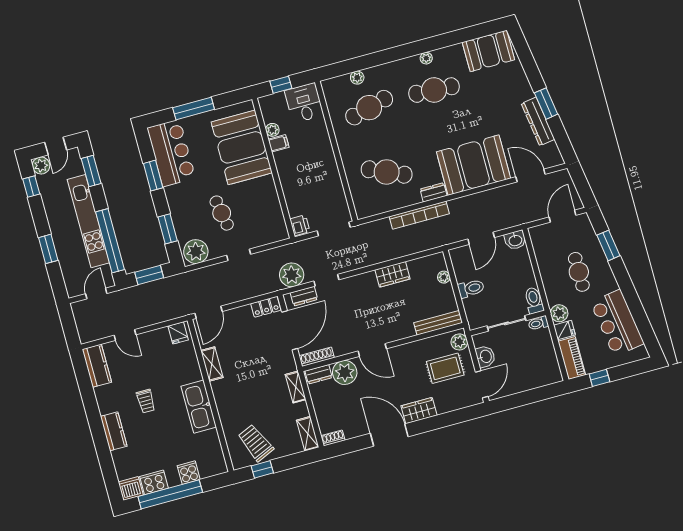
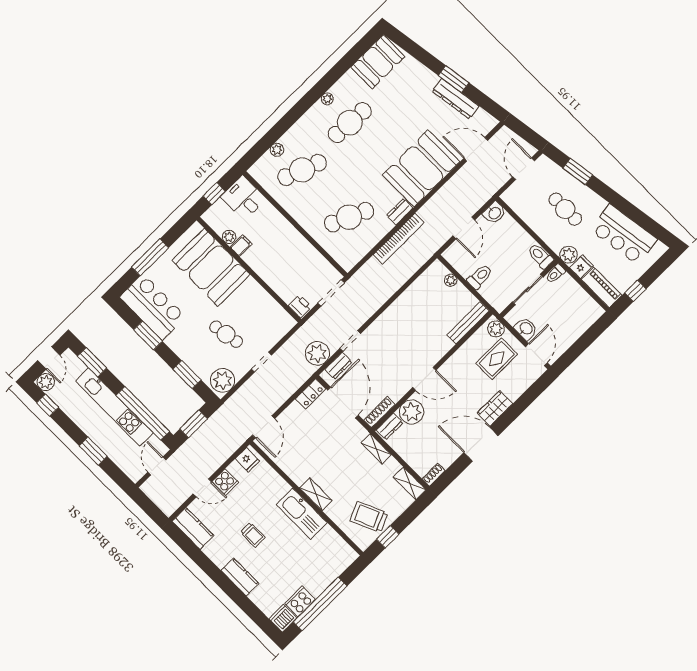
cafe table: (369, 108) -> (302, 170), turned 36
wardrobe: (392, 274) -> (405, 303), removed
shelving: (212, 364) -> (316, 494), moved
cooker: (189, 473) -> (225, 482), moved, turned 180

